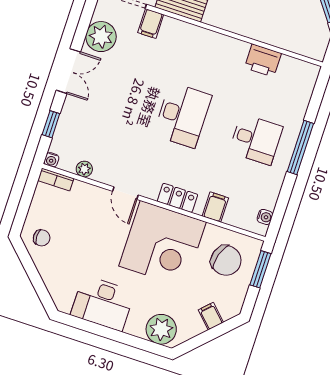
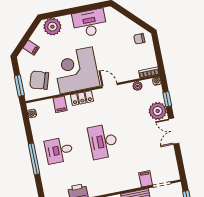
plant: (101, 37) -> (158, 111), moved

